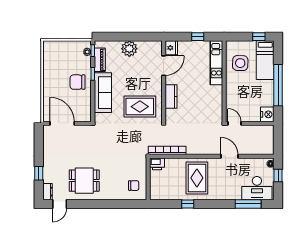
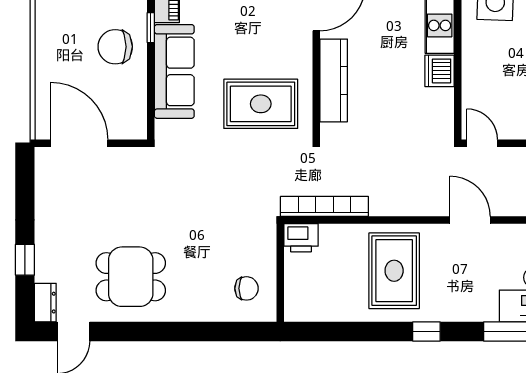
dishwasher: (216, 92) -> (439, 71), added
kitchen counter: (171, 97) -> (334, 80), width x1.50
window: (188, 204) -> (426, 331), moved

